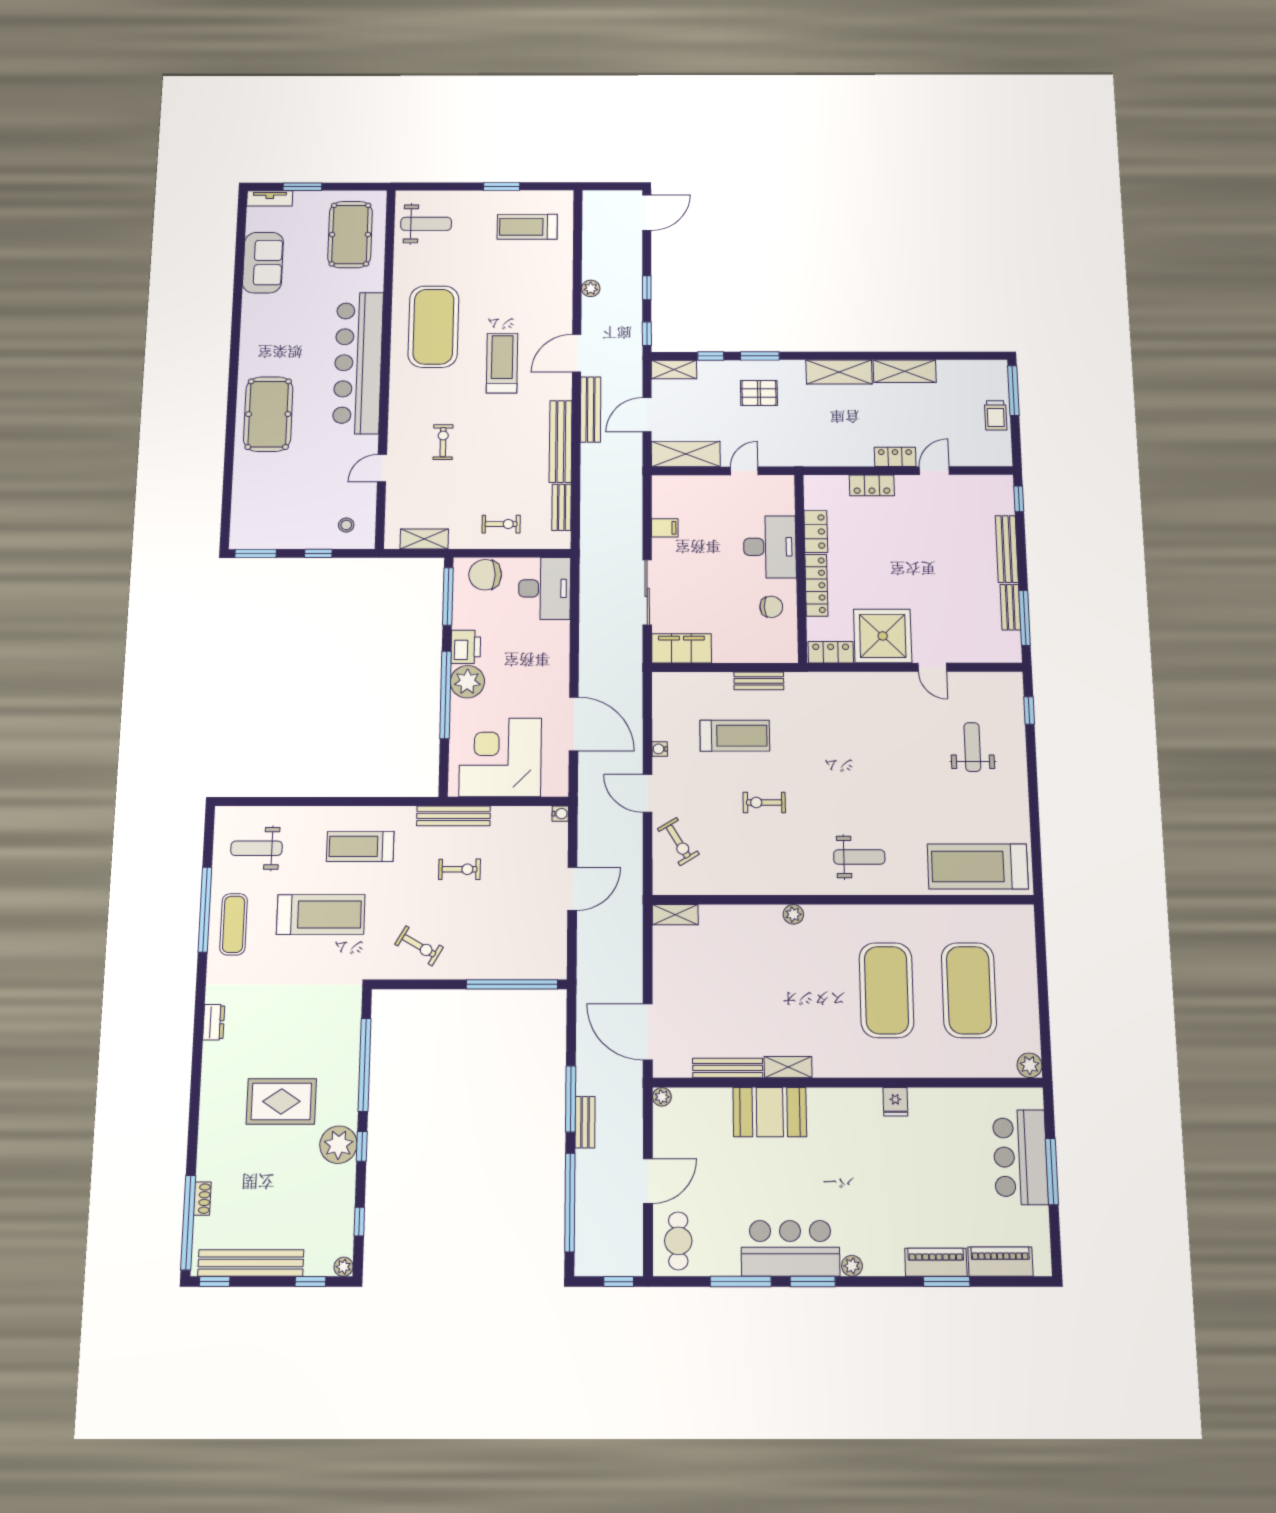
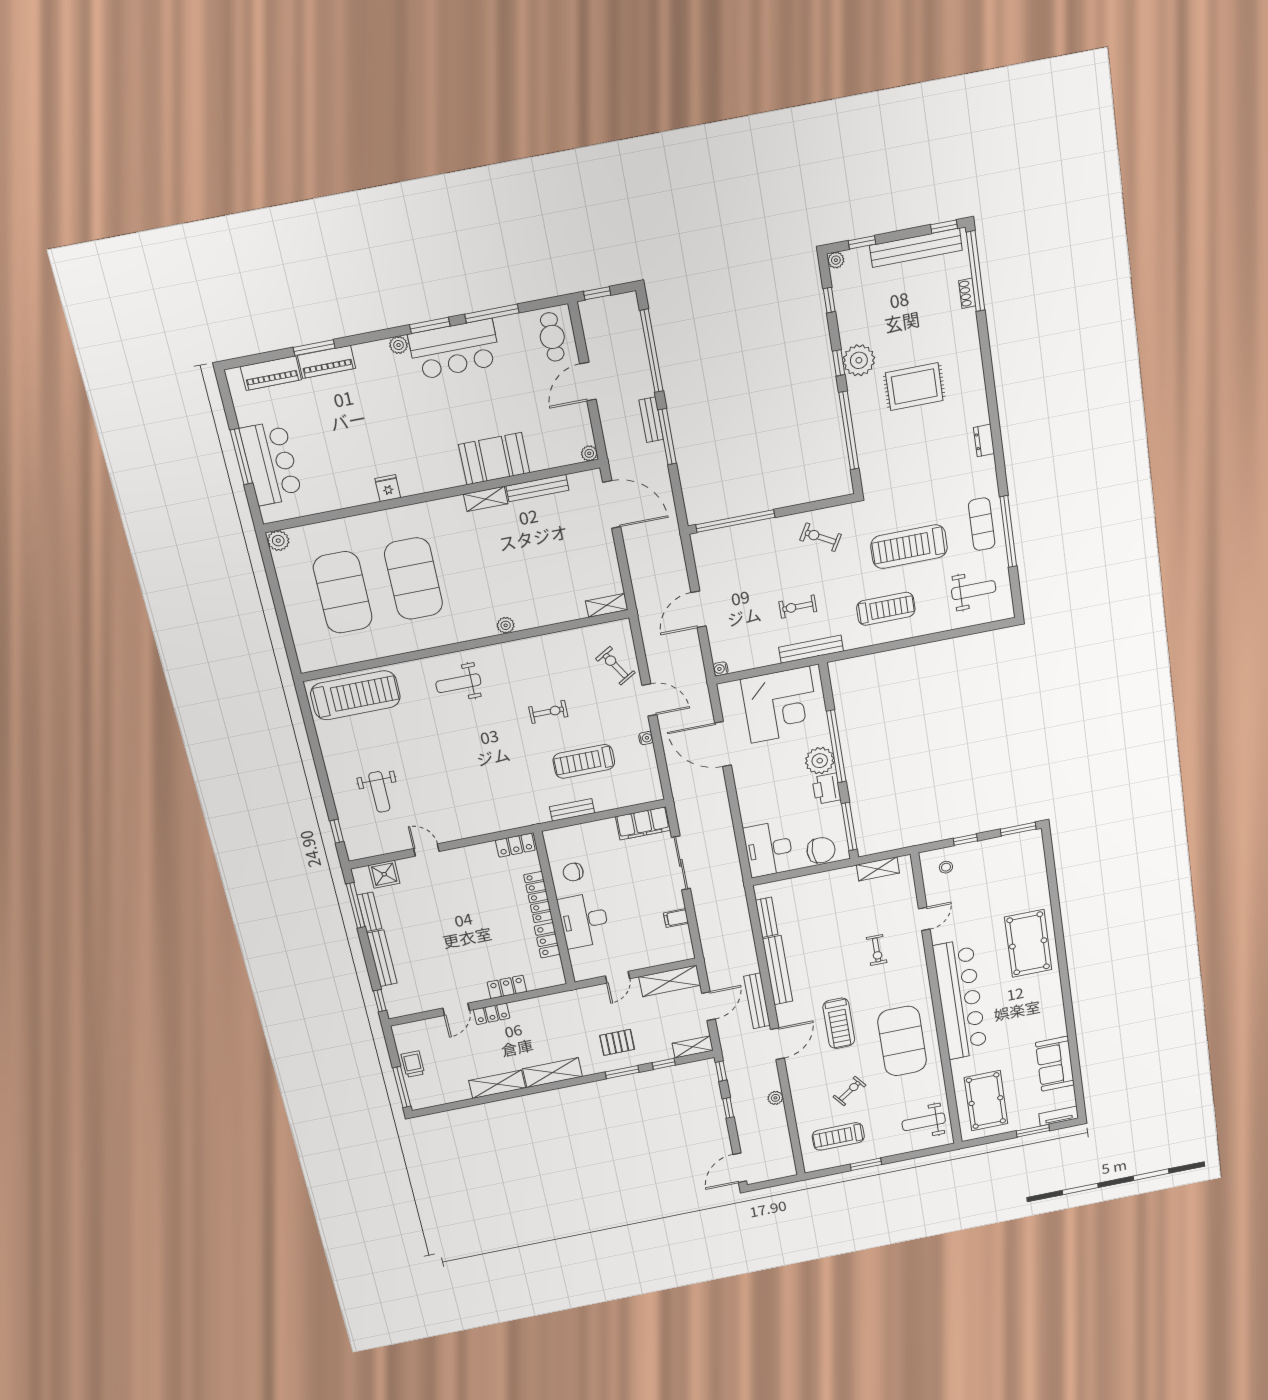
treadmill: (527, 227) -> (838, 1136), turned 180
exercise bike: (501, 524) -> (850, 1091), moved, turned 144
shower: (883, 636) -> (384, 874), moved, width x0.54, depth x0.54

